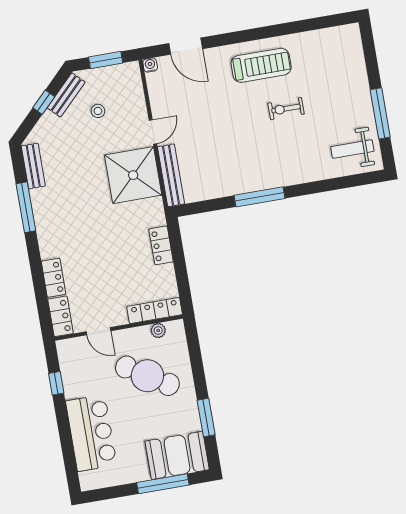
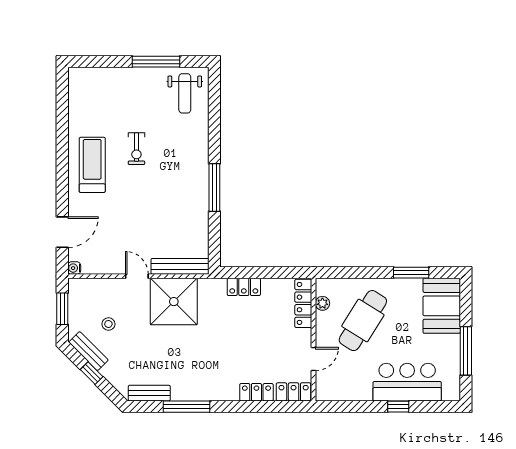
window: (56, 383) -> (398, 407), moved
window: (163, 484) -> (466, 351), moved

